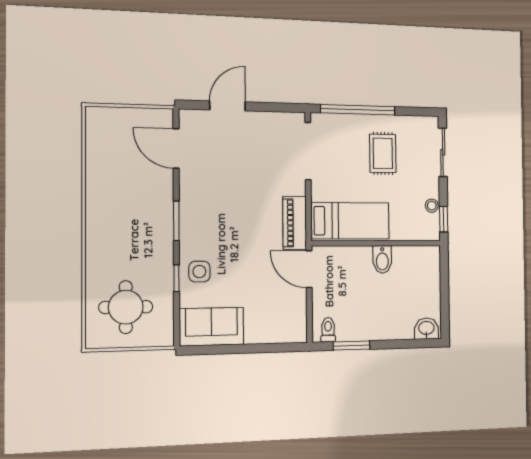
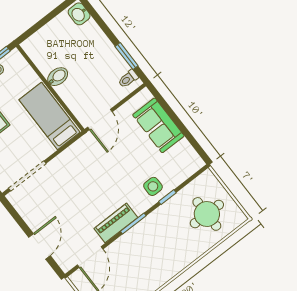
door: (228, 106) -> (39, 246), swing flipped
piano: (295, 223) -> (116, 223), moved, turned 180
sofa: (211, 327) -> (158, 125), moved

